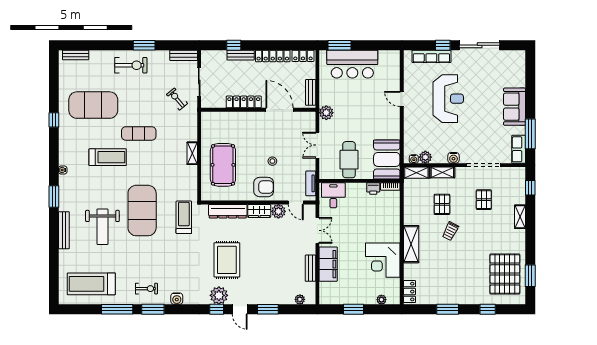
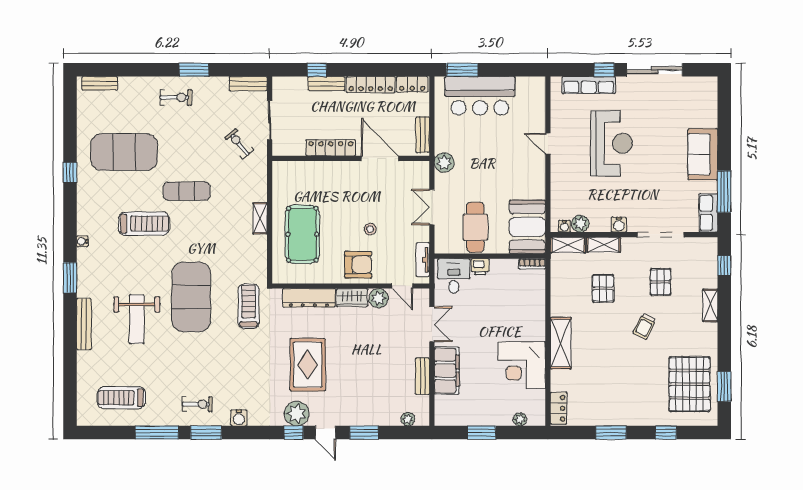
exercise bike: (131, 65) -> (176, 97), width x0.73, depth x0.72
printer: (373, 189) -> (480, 267), moved
trolley: (450, 231) -> (645, 326), moved
treadmill: (91, 284) -> (121, 398), width x0.73, depth x0.73

